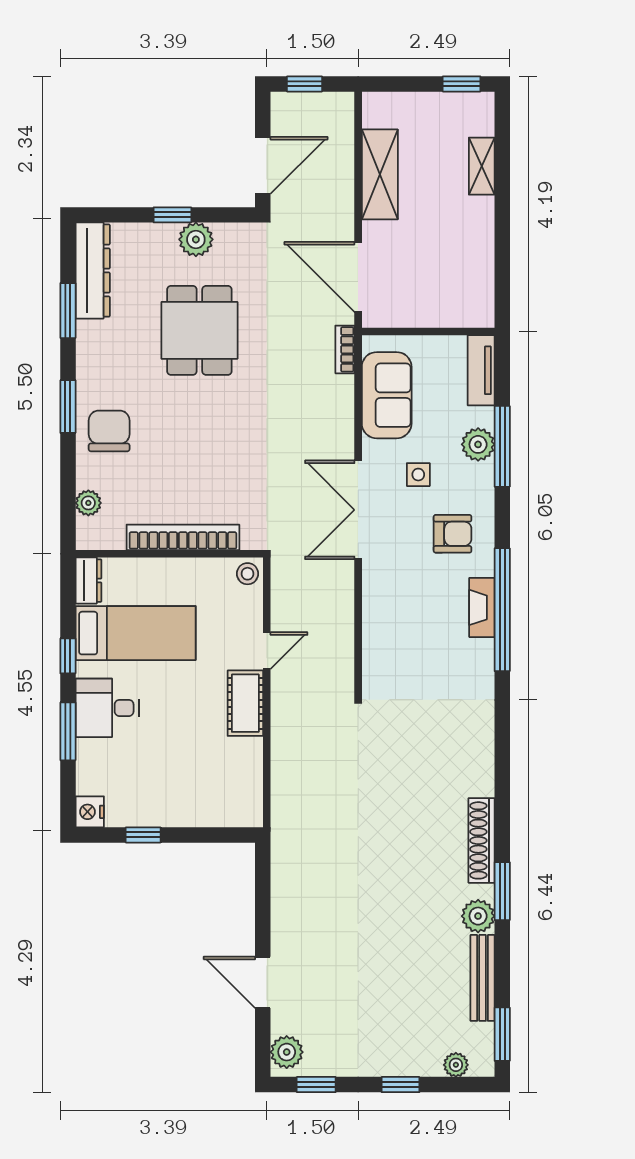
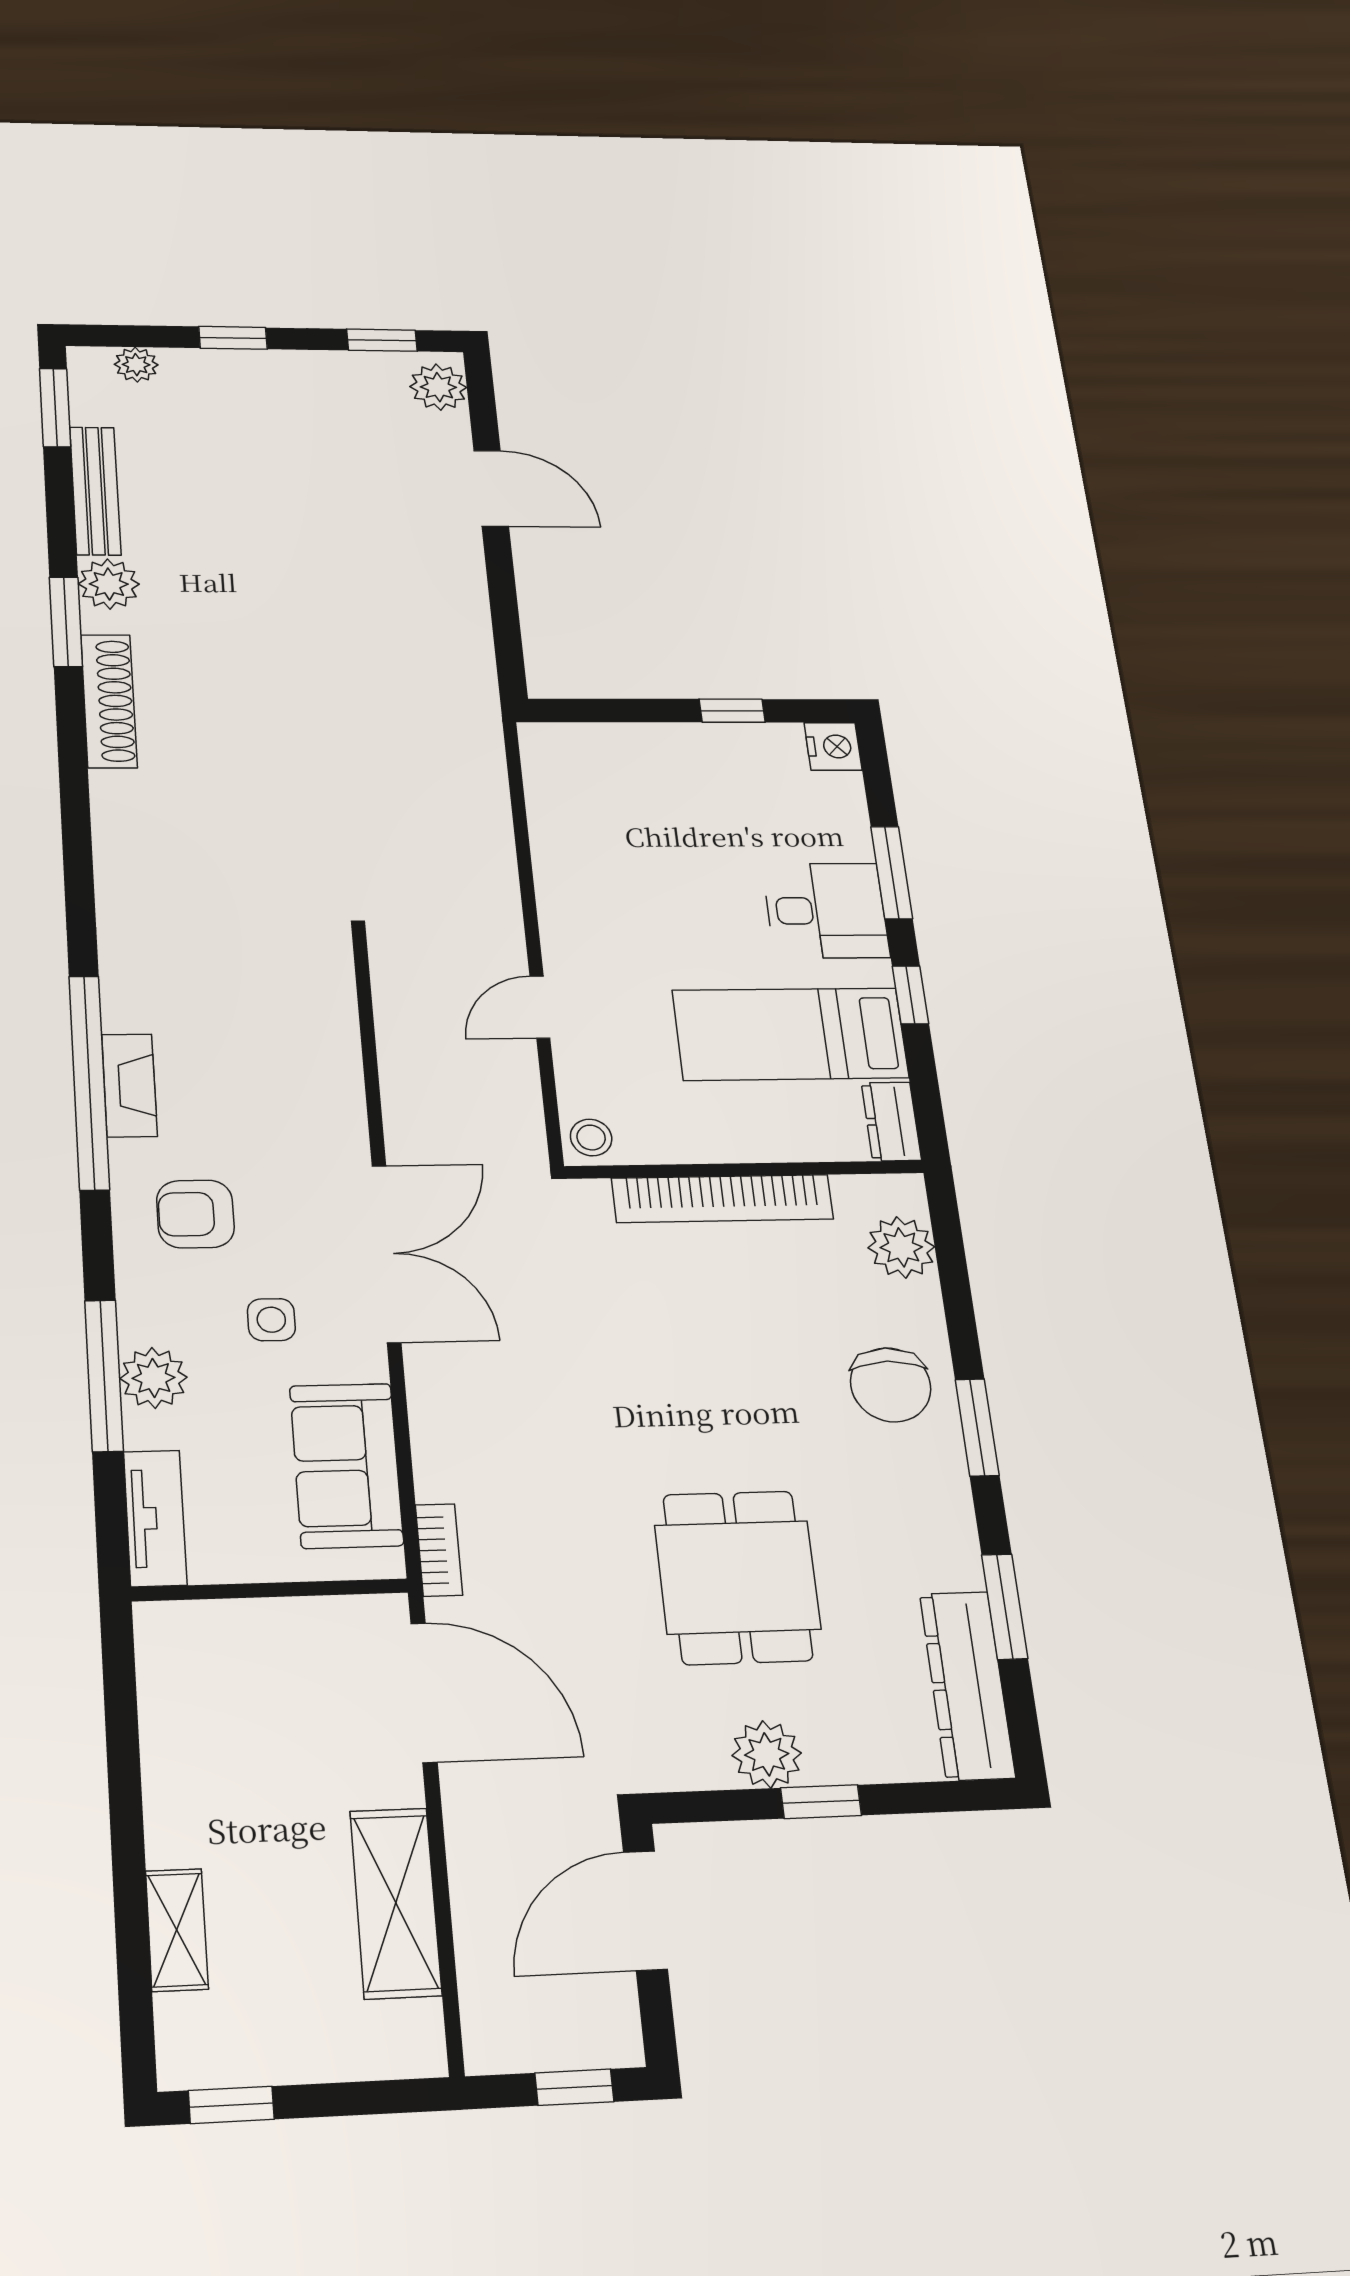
plant: (88, 503) -> (901, 1247), width x1.38, depth x1.38
cot: (245, 703) -> (571, 920), removed

